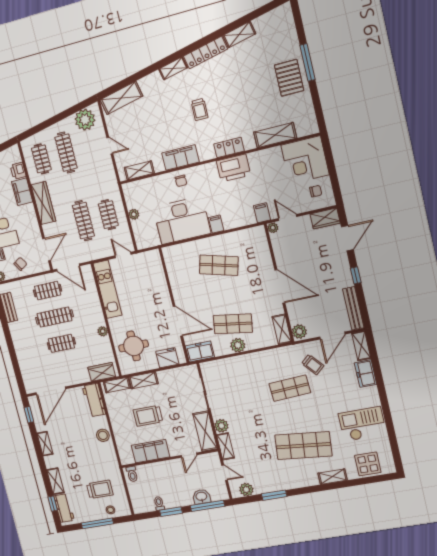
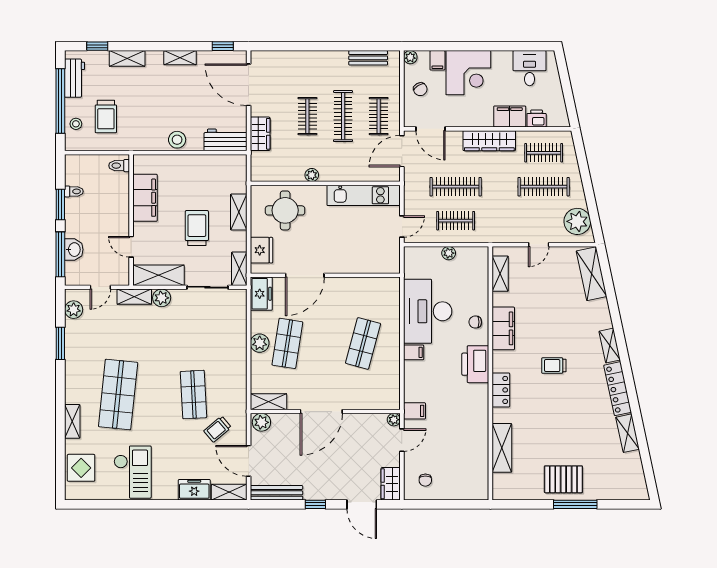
corner desk: (305, 160) -> (465, 476), removed
printer: (233, 168) -> (475, 364), moved
wardrobe: (102, 372) -> (260, 134), moved
shelving: (117, 385) -> (239, 269), moved
trolley: (148, 416) -> (197, 228), moved
workbench: (64, 508) -> (75, 78), moved, turned -90
window: (97, 523) -> (60, 101), width x1.46

